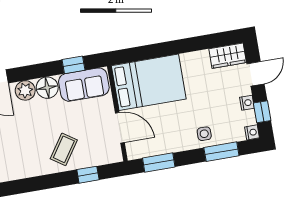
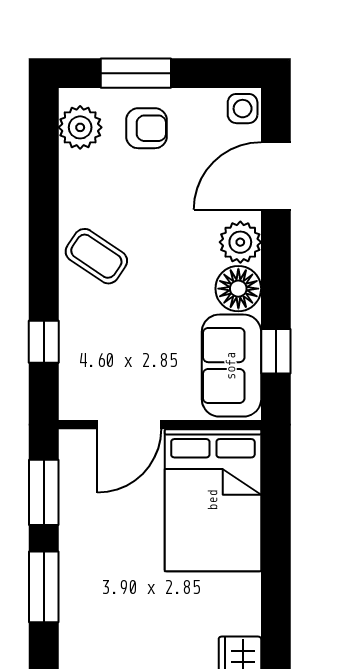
side table: (204, 134) -> (87, 597), removed
coffee table: (64, 149) -> (96, 256), moved
window: (221, 152) -> (44, 587), moved

